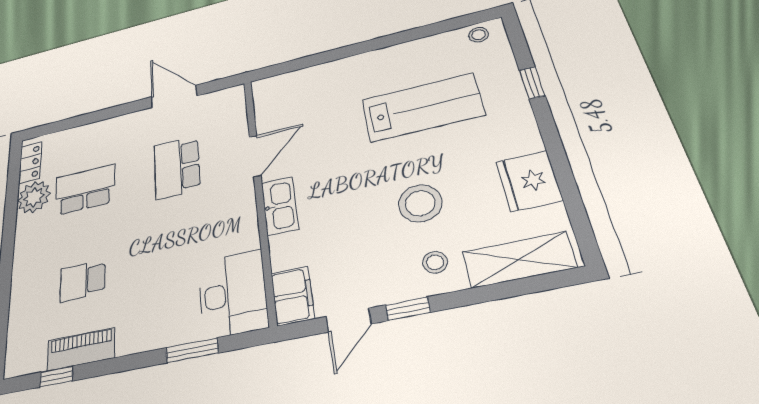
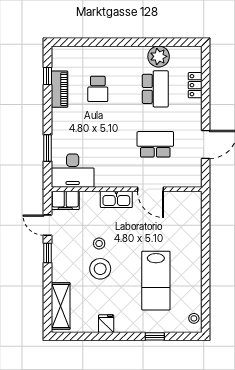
locker: (30, 163) -> (195, 85), moved, turned 90
fridge: (529, 181) -> (106, 324), width x0.53, depth x0.75
stool: (435, 262) -> (99, 244), moved
school desk: (83, 281) -> (98, 89), turned 180

